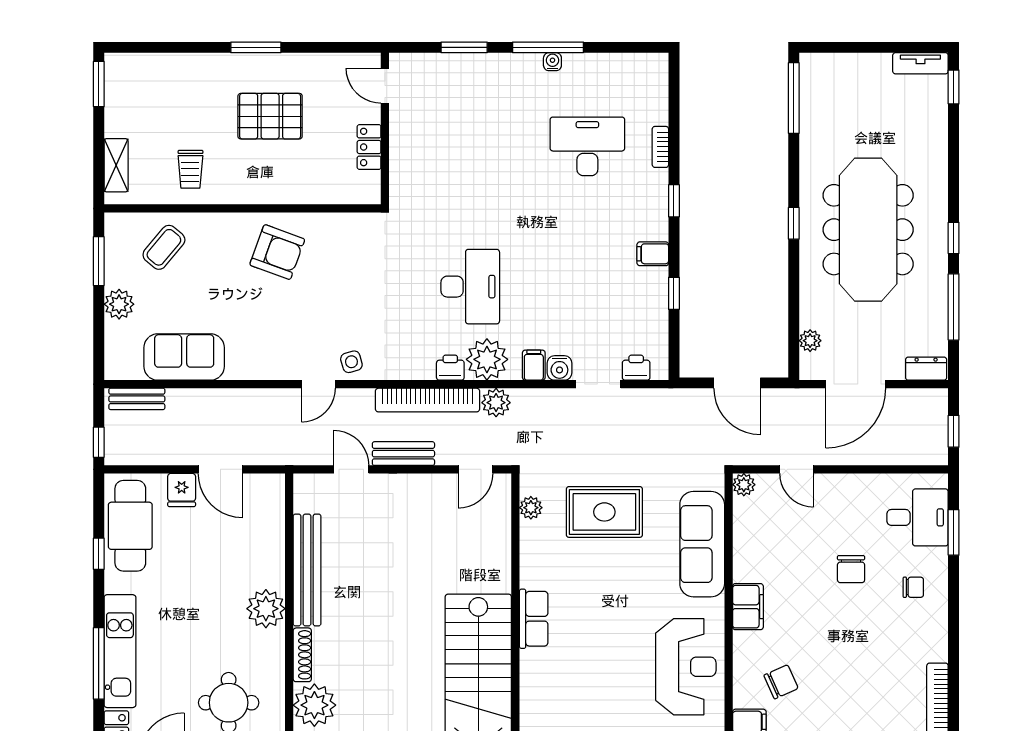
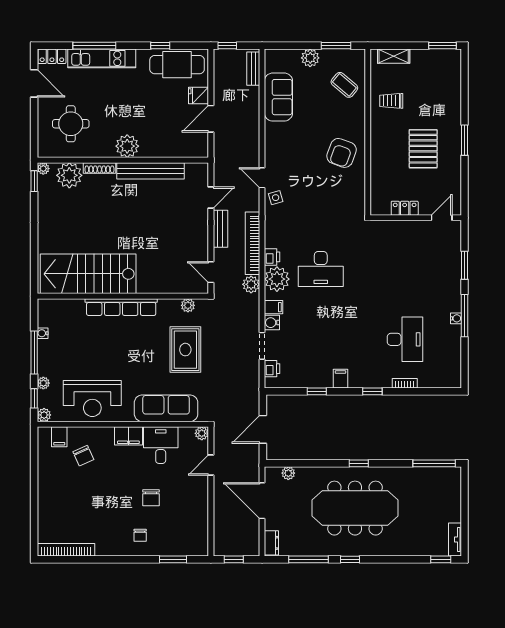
desk: (918, 517) -> (161, 445), moved, turned 180
chair: (851, 569) -> (151, 498), turned -90
row of seats: (534, 619) -> (121, 307), width x2.02

